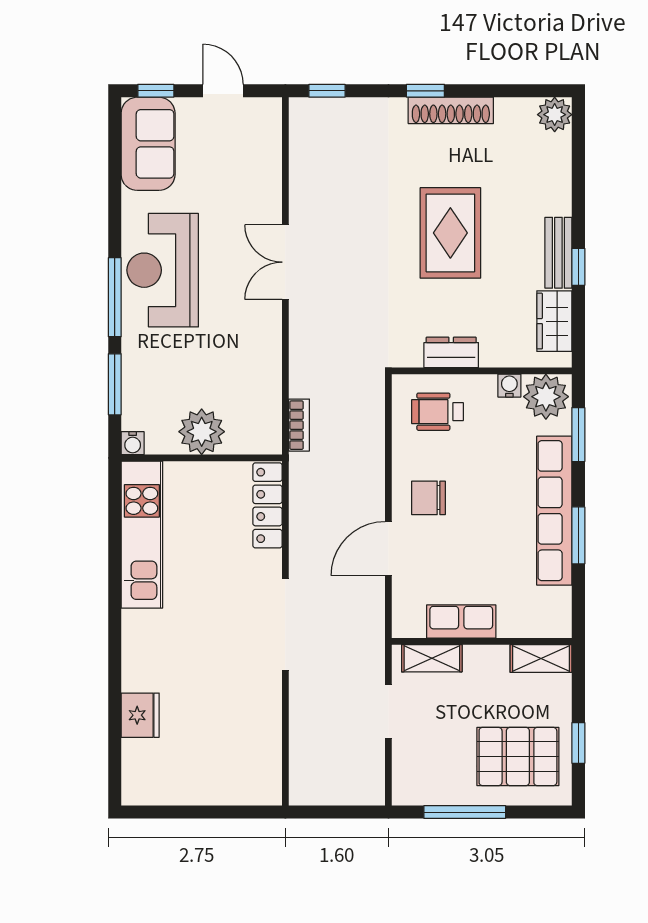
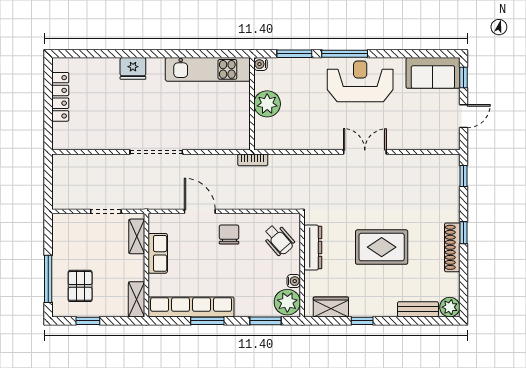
bench: (558, 253) -> (418, 309), moved
dresser: (451, 352) -> (313, 248), width x1.44
wheelchair: (437, 412) -> (279, 240), turned 139
bookcase: (299, 425) -> (253, 160), moved
locker: (267, 505) -> (60, 97), moved, turned 90
row of seats: (554, 511) -> (191, 307), moved
fridge: (140, 715) -> (133, 68), moved
pallet: (518, 756) -> (80, 286), width x0.67, depth x0.71
window: (465, 812) -> (48, 279), moved

